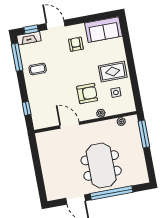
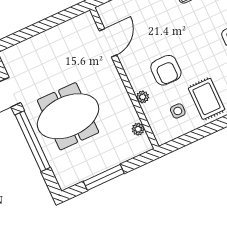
door: (70, 125) -> (108, 43), moved
window: (144, 134) -> (104, 177), moved

